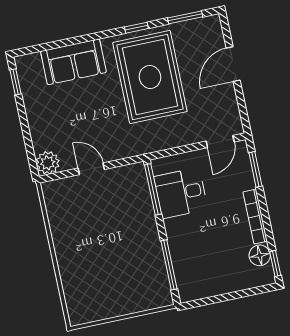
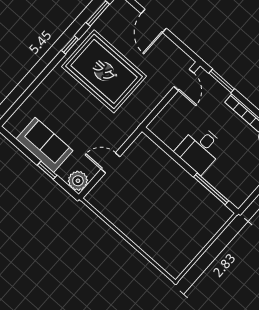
sofa: (73, 62) -> (44, 145), moved, turned -90
window: (15, 82) -> (47, 170), moved
window: (153, 189) -> (163, 146), removed
desk: (181, 193) -> (200, 149), moved

